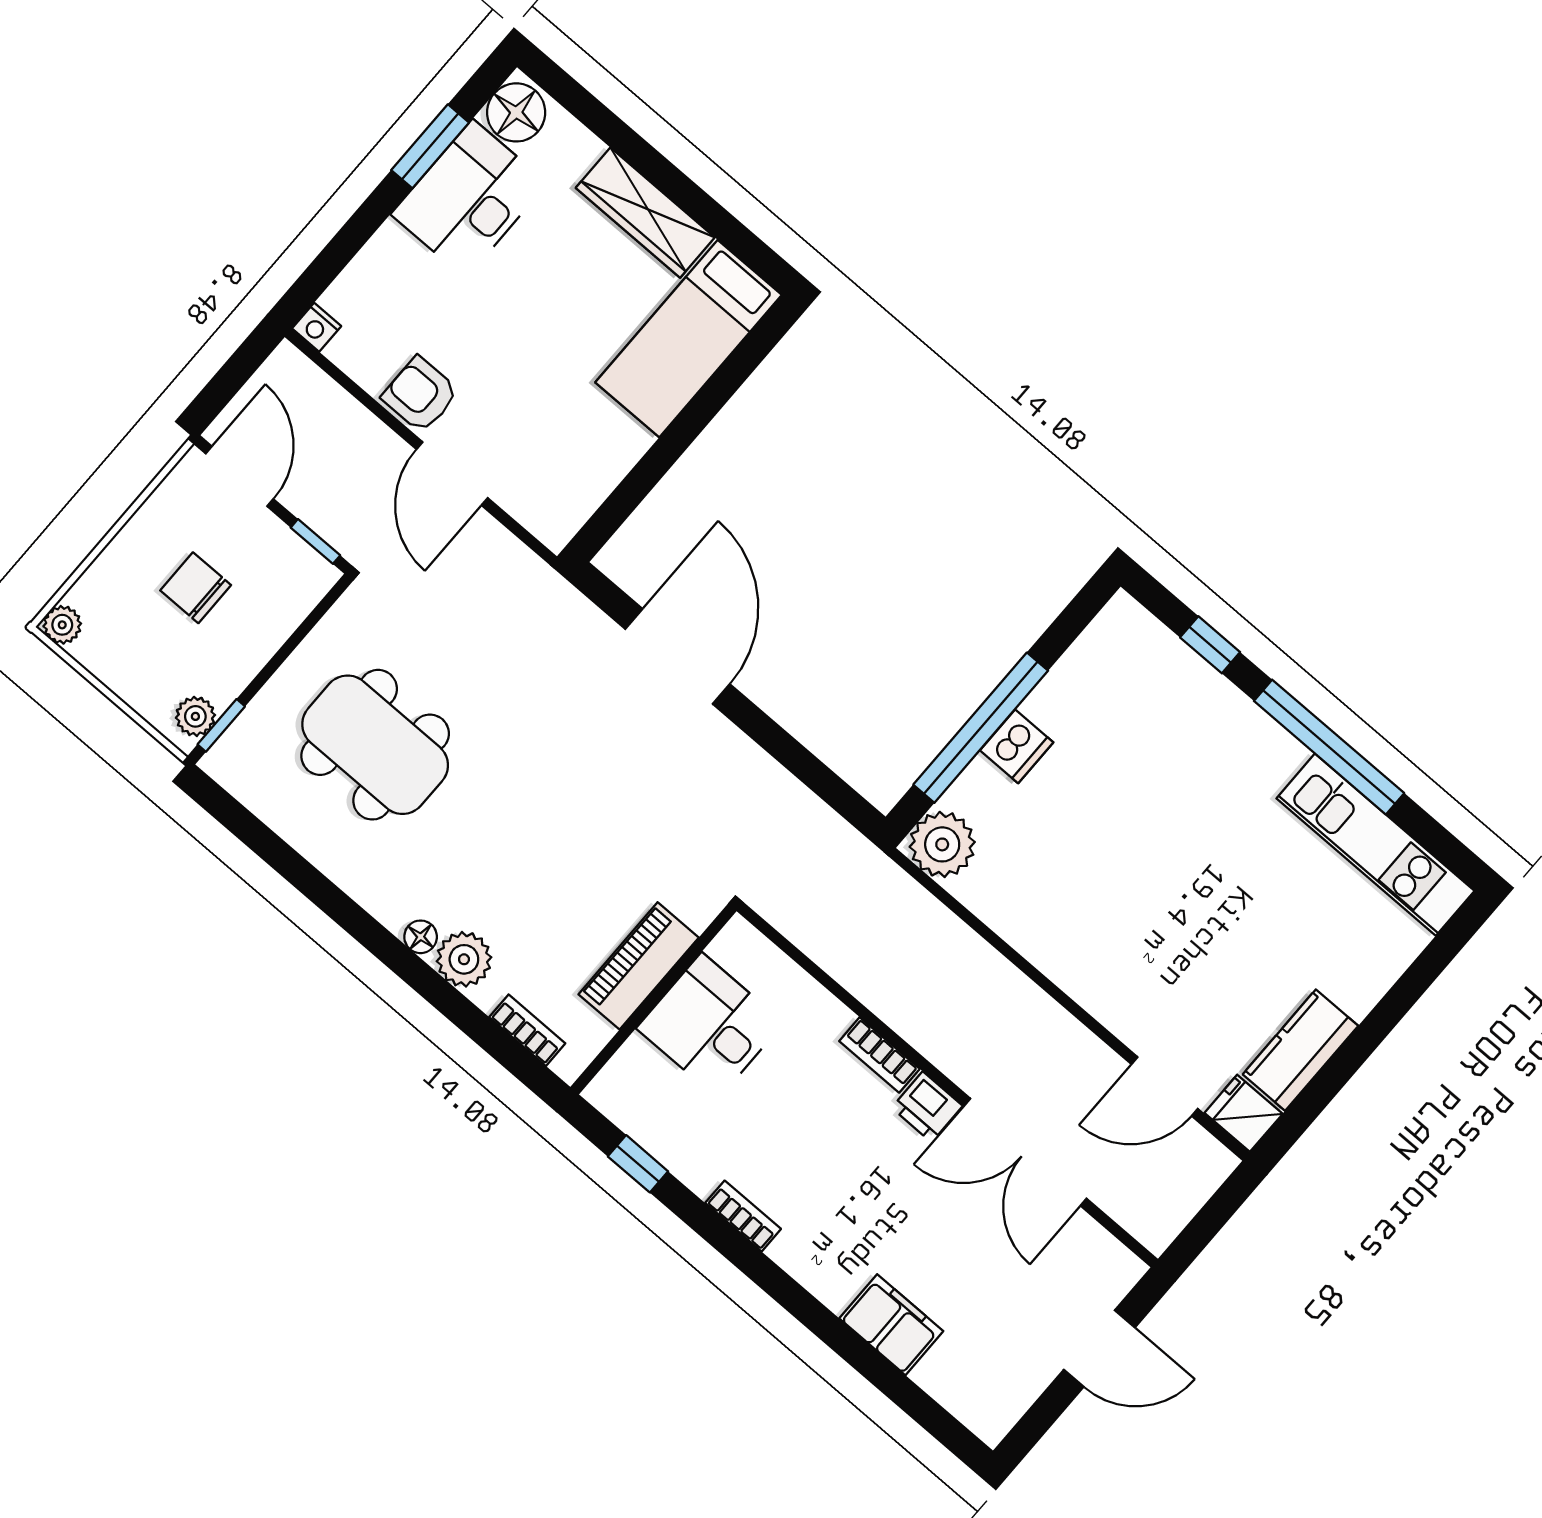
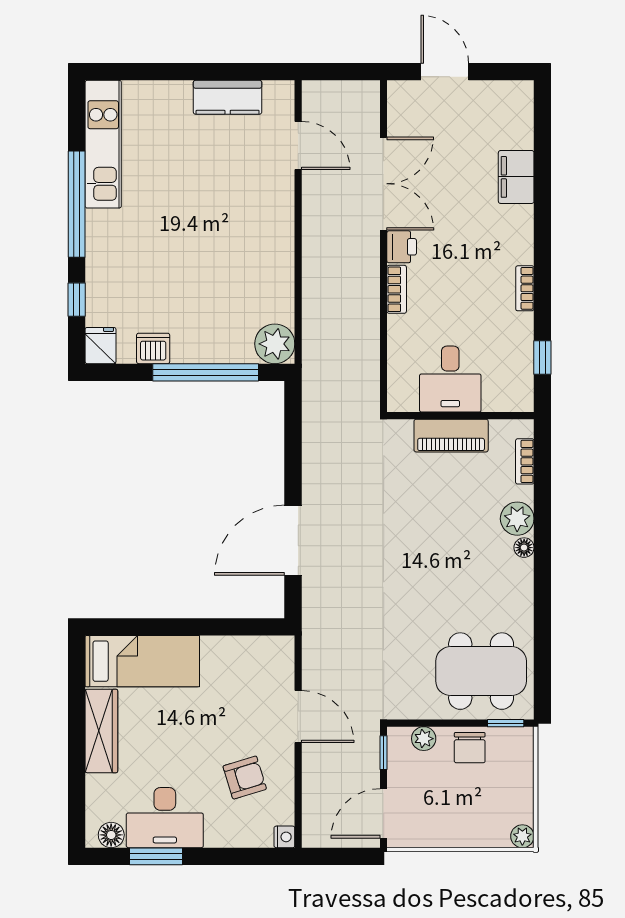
floor lamp: (516, 112) -> (111, 835), width x0.73, depth x0.73
armchair: (420, 395) -> (245, 778), moved, turned -107
door: (452, 474) -> (298, 717), hinge flipped
chair: (196, 588) -> (470, 748), moved
plant: (195, 716) -> (424, 739), moved
dining table: (375, 745) -> (481, 671), moved, turned 90
dishwasher: (1017, 746) -> (153, 348), moved
fridge: (1244, 1113) -> (100, 346), moved, turned 180

